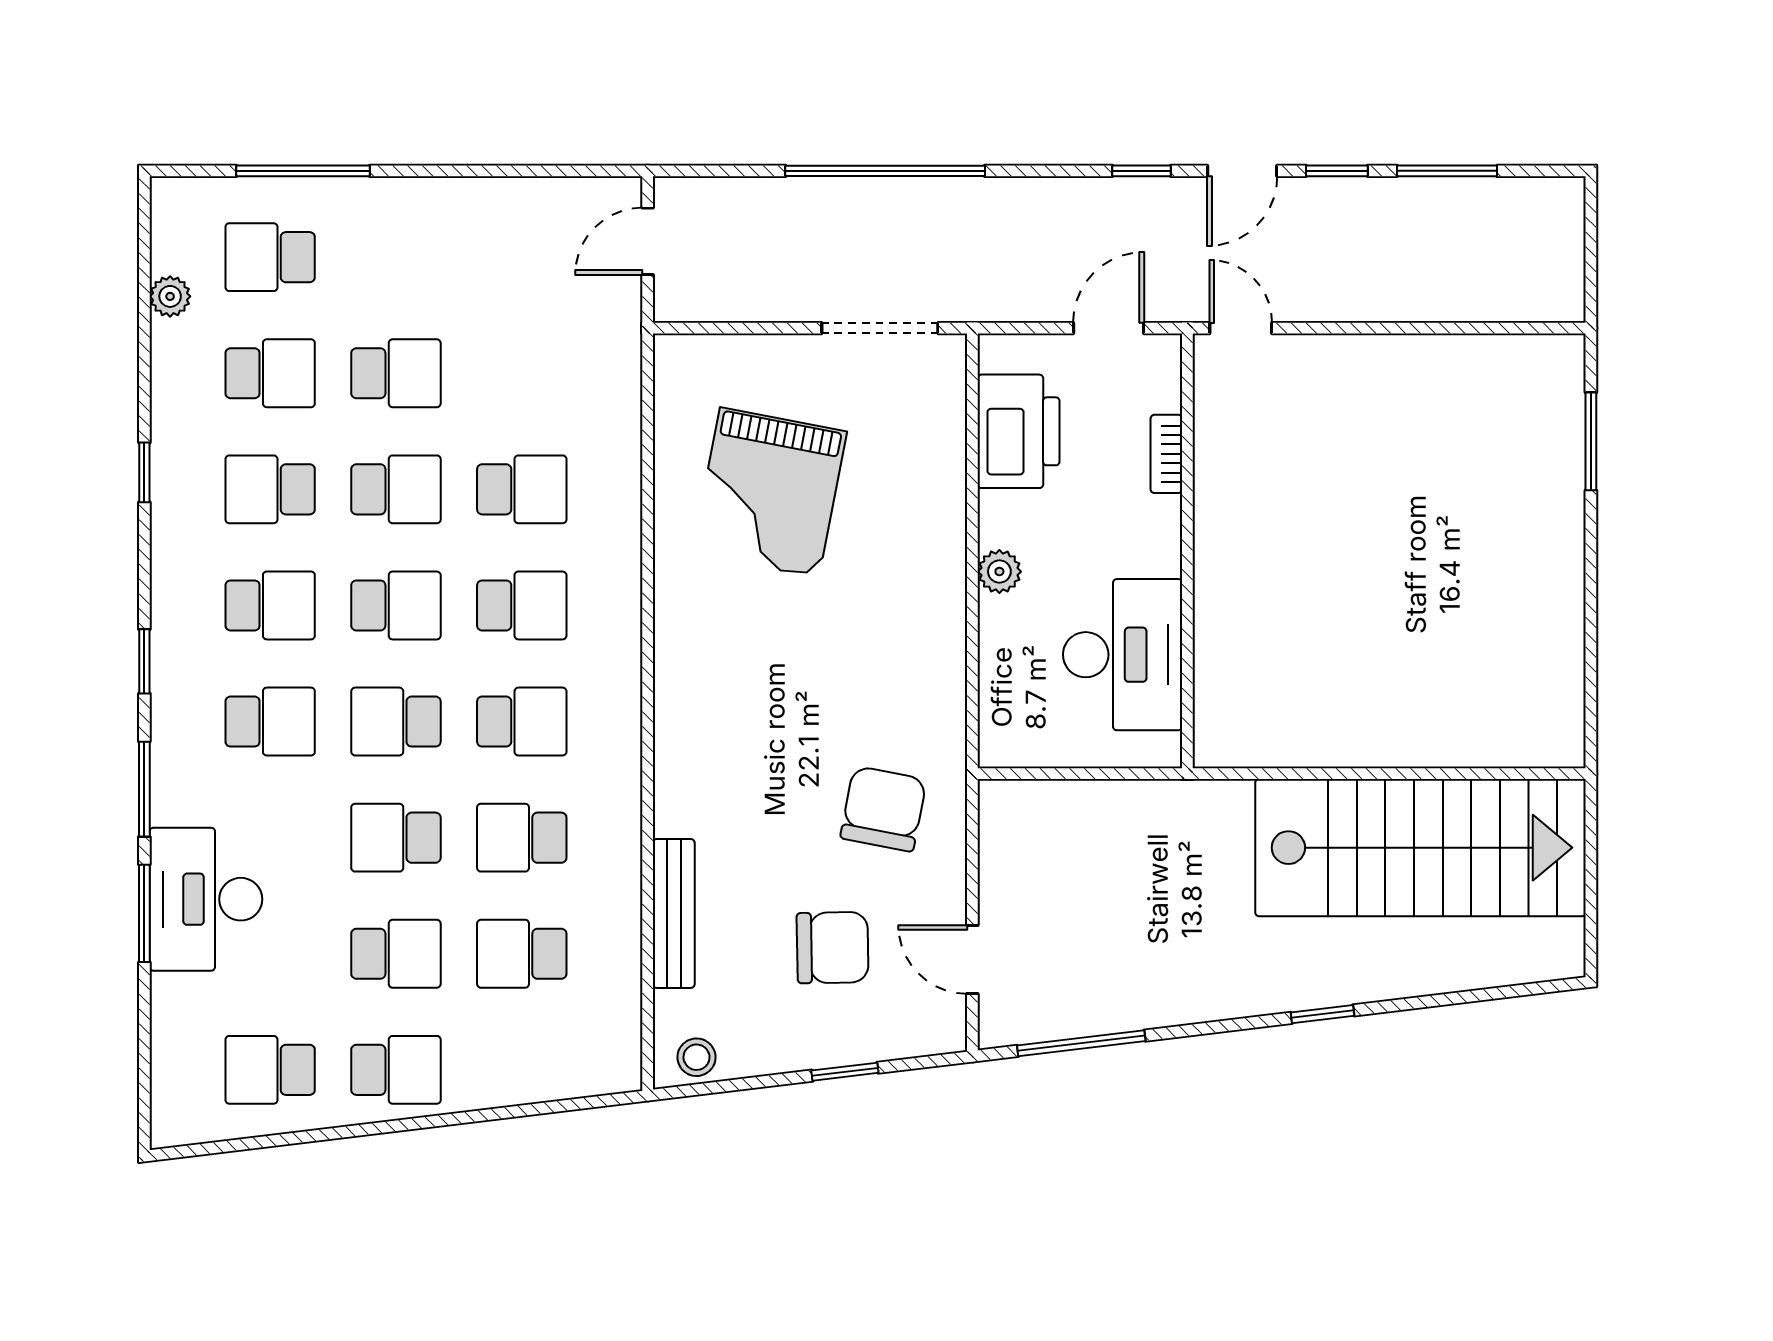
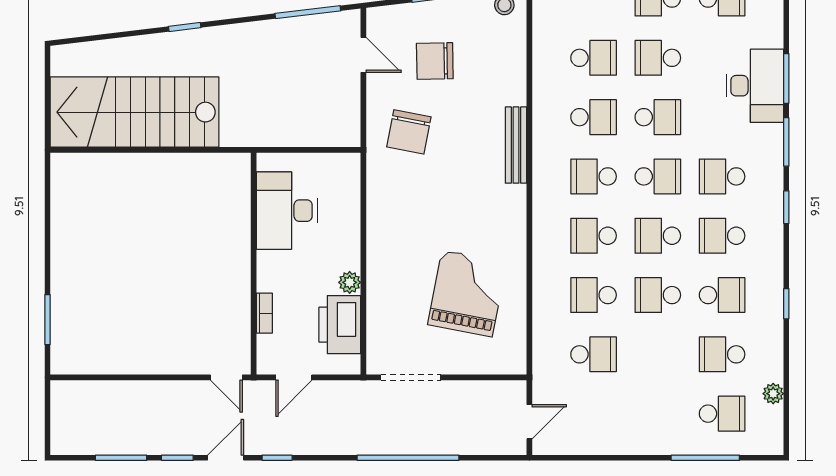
school desk: (396, 373) -> (594, 354), moved, turned 180
plant: (999, 572) -> (350, 282), moved
bench: (674, 913) -> (516, 145), moved

